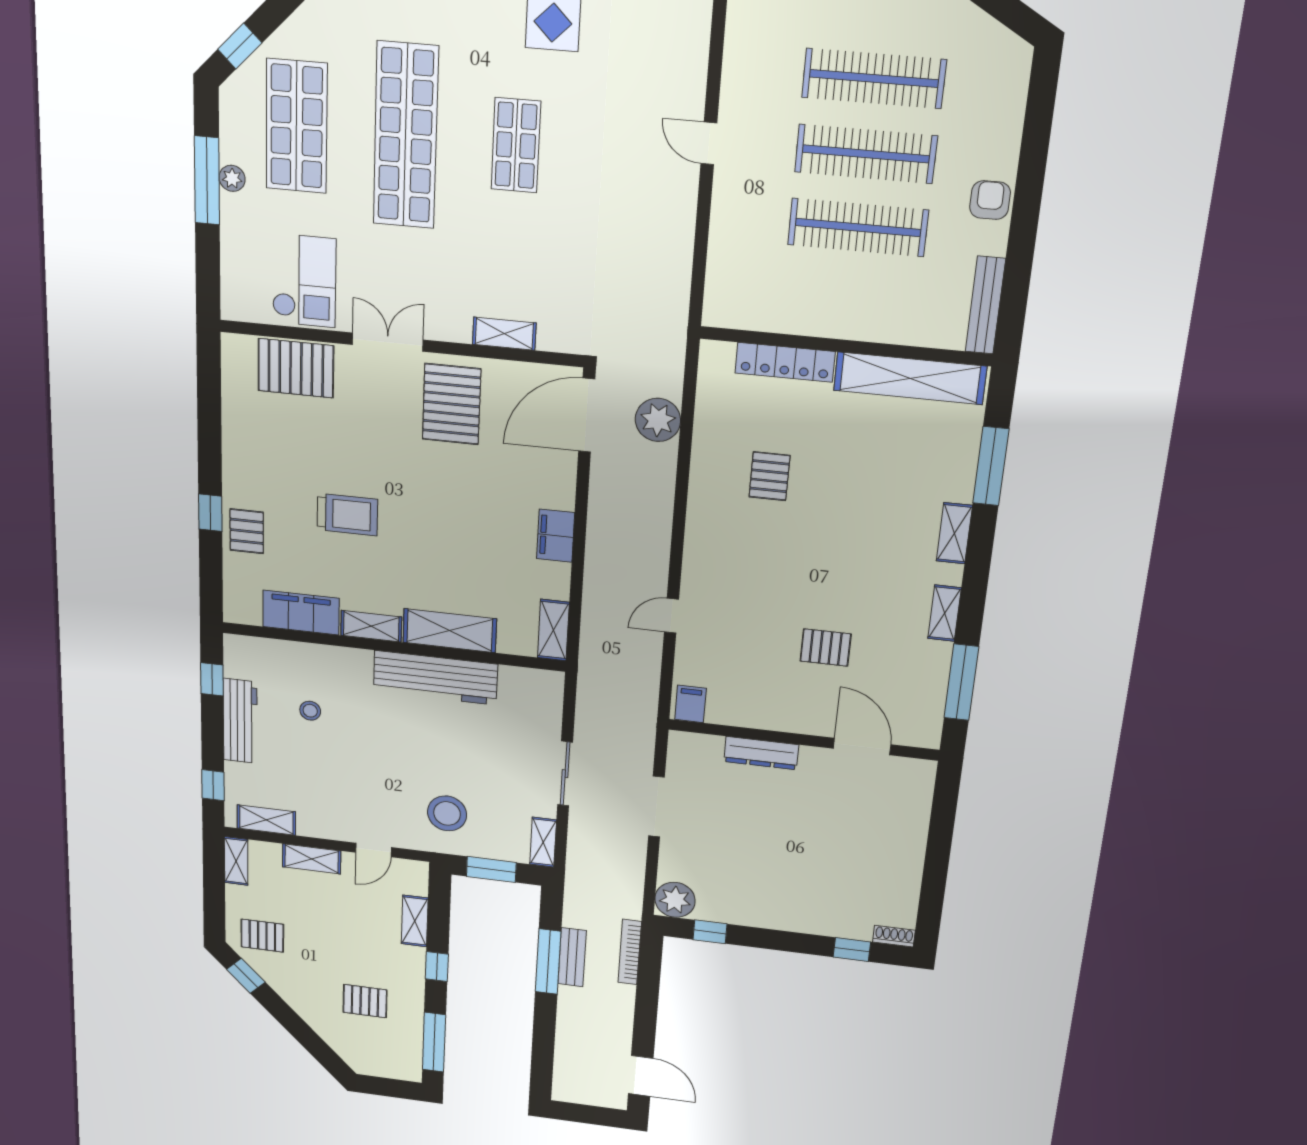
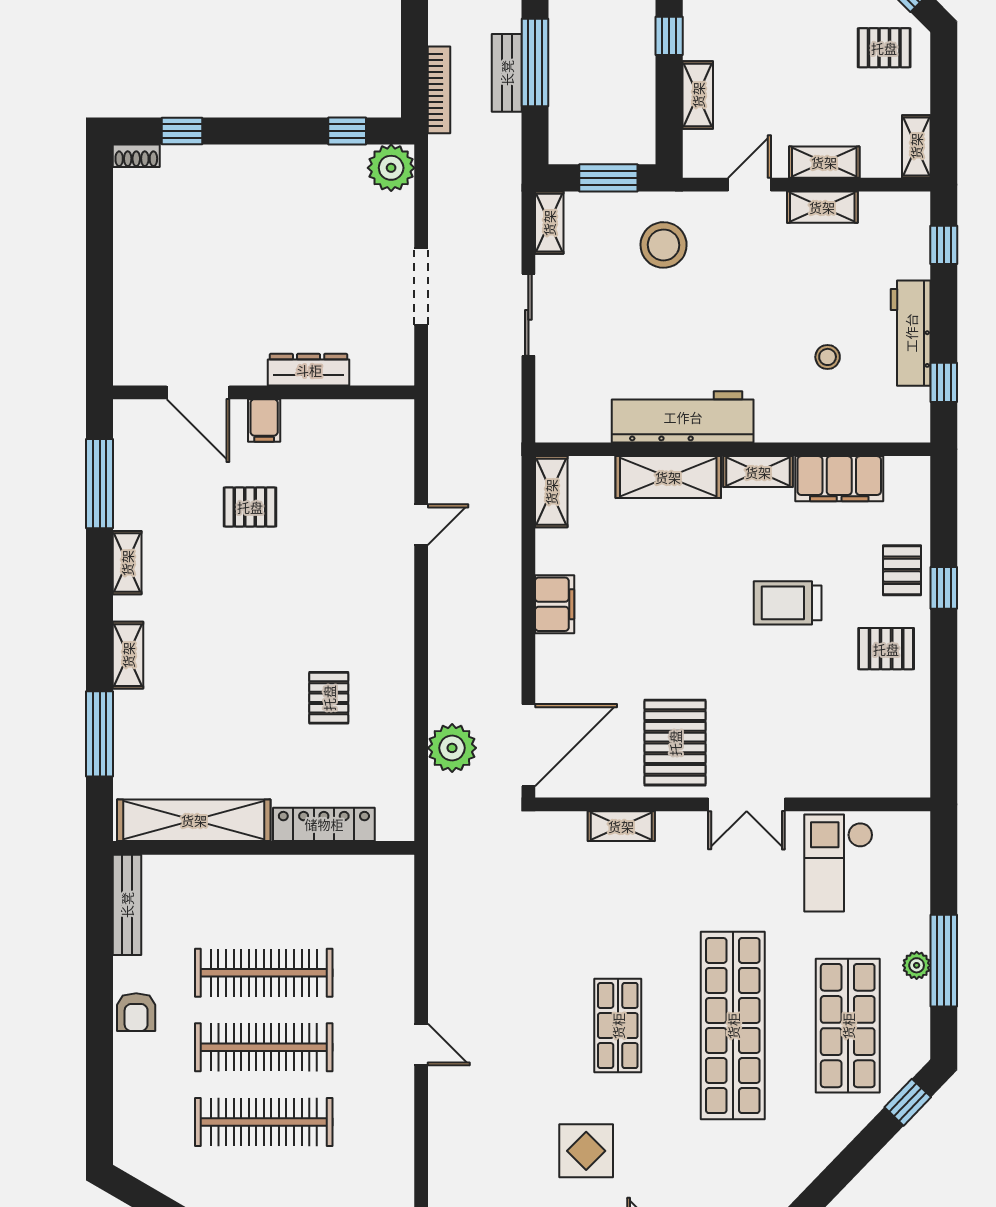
pallet: (296, 368) -> (886, 649), moved, width x0.67, depth x0.71
filing cabinet: (690, 704) -> (264, 420), moved
shelving: (266, 820) -> (822, 207), moved

